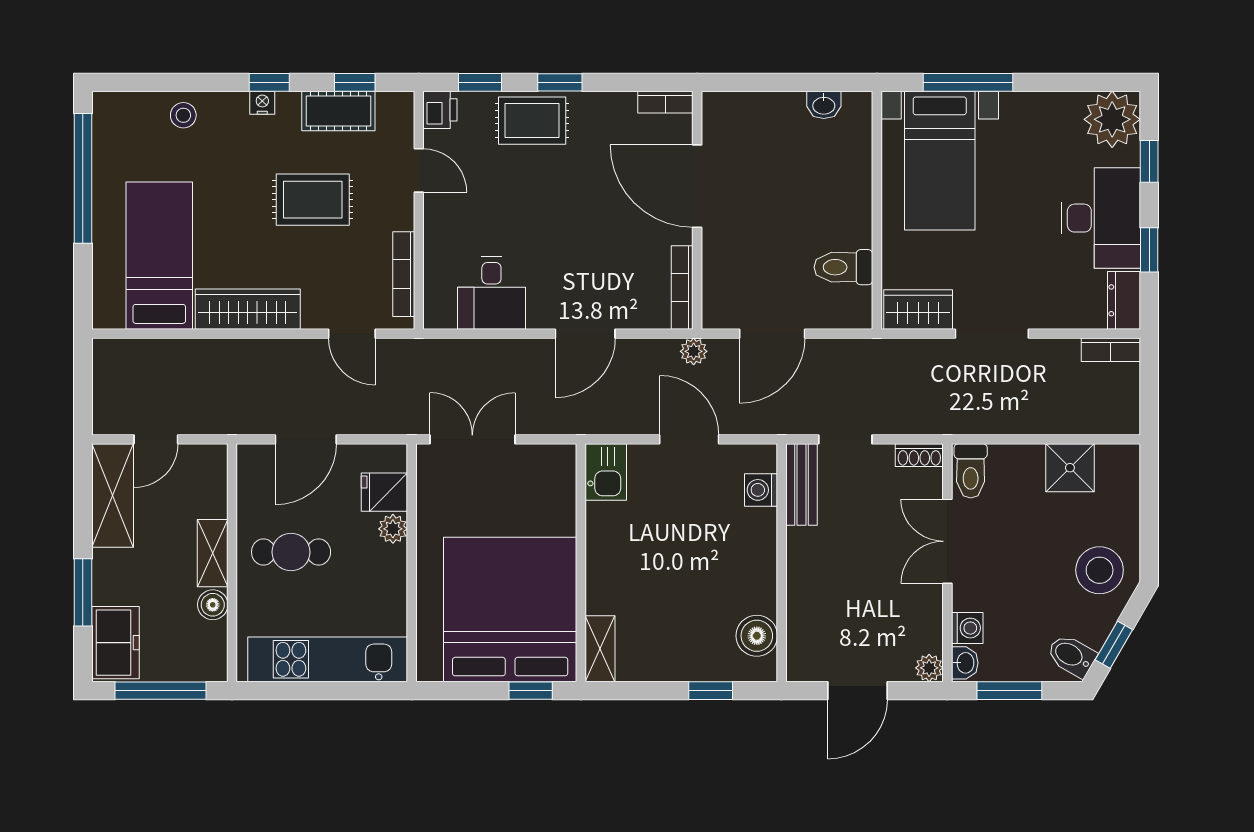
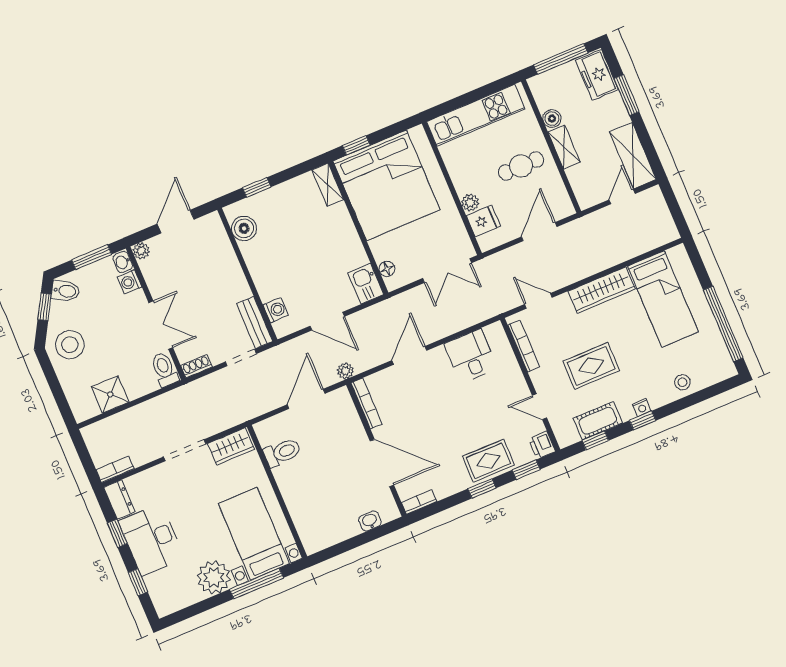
washbasin: (824, 105) -> (370, 521), moved
plant: (1112, 119) -> (214, 577), moved
floor lamp: (564, 481) -> (387, 269), added

